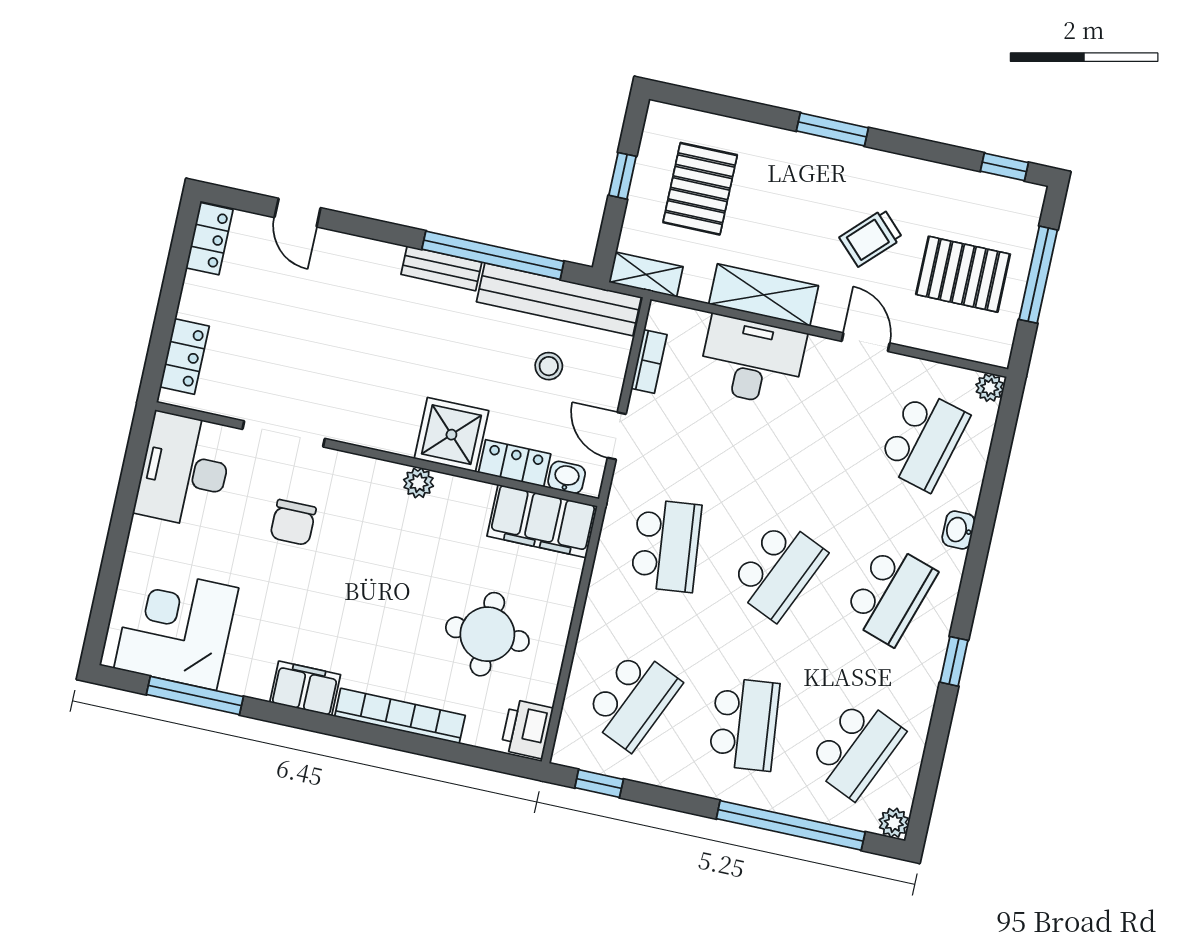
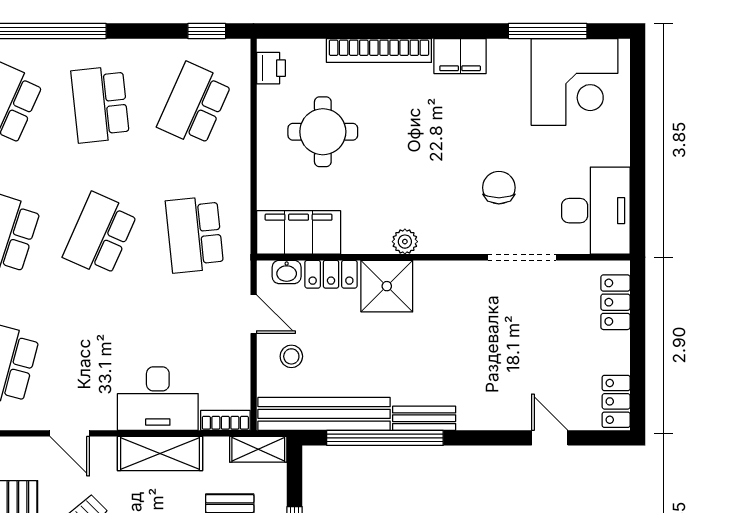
bookcase: (649, 361) -> (225, 420), moved, turned 90
stool: (549, 366) -> (291, 356), moved
printer: (527, 729) -> (271, 68), width x0.73, depth x0.81

